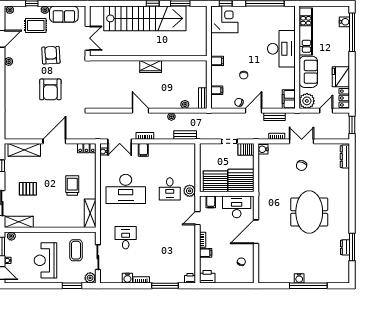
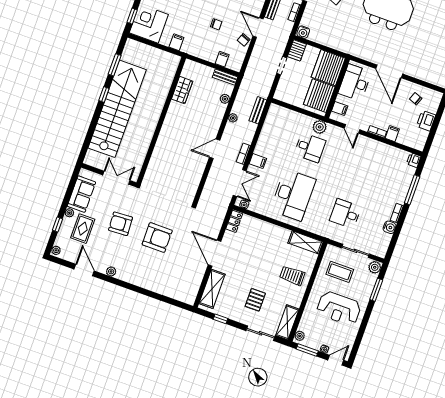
filing cabinet: (217, 61) -> (176, 42), moved
wardrobe: (151, 67) -> (182, 90), moved
trolley: (72, 186) -> (292, 276), moved
printer: (207, 277) -> (426, 121), moved

